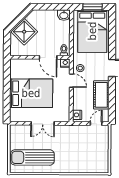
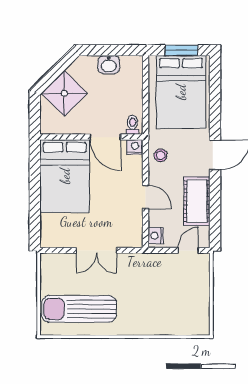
washbasin: (64, 15) -> (109, 65), moved
door: (71, 81) -> (146, 197), moved
bed: (31, 93) -> (65, 176), moved, turned 90

